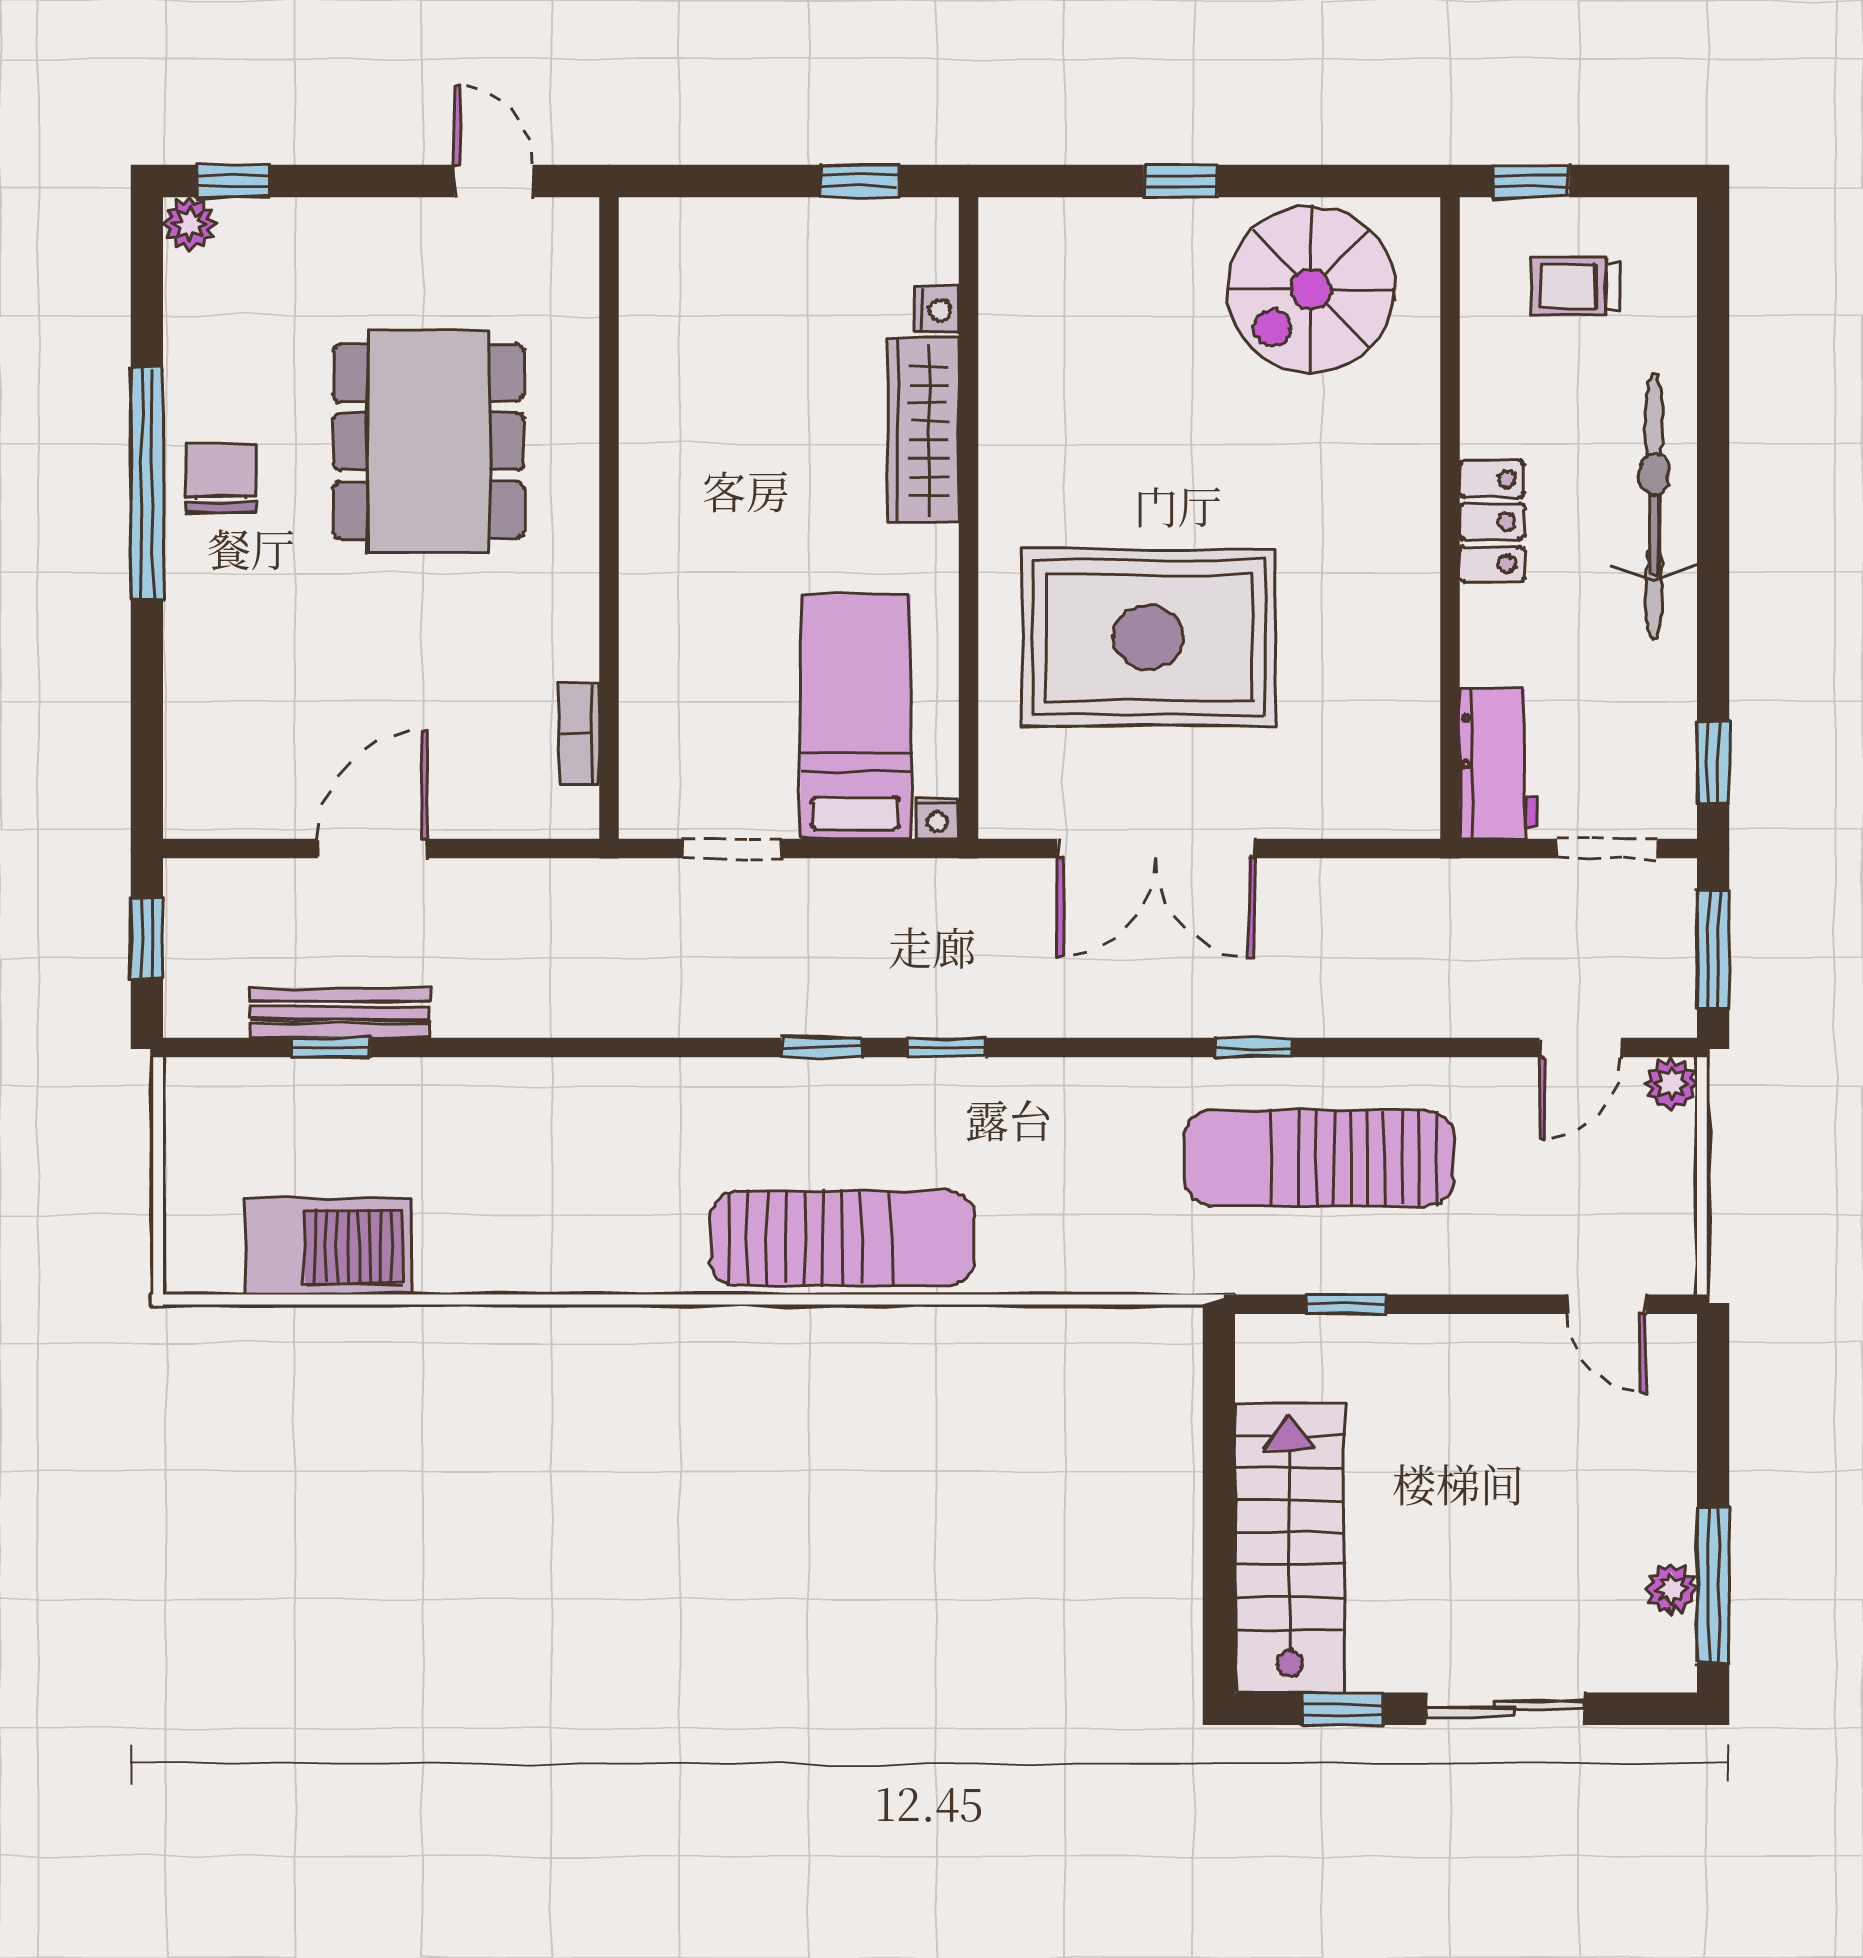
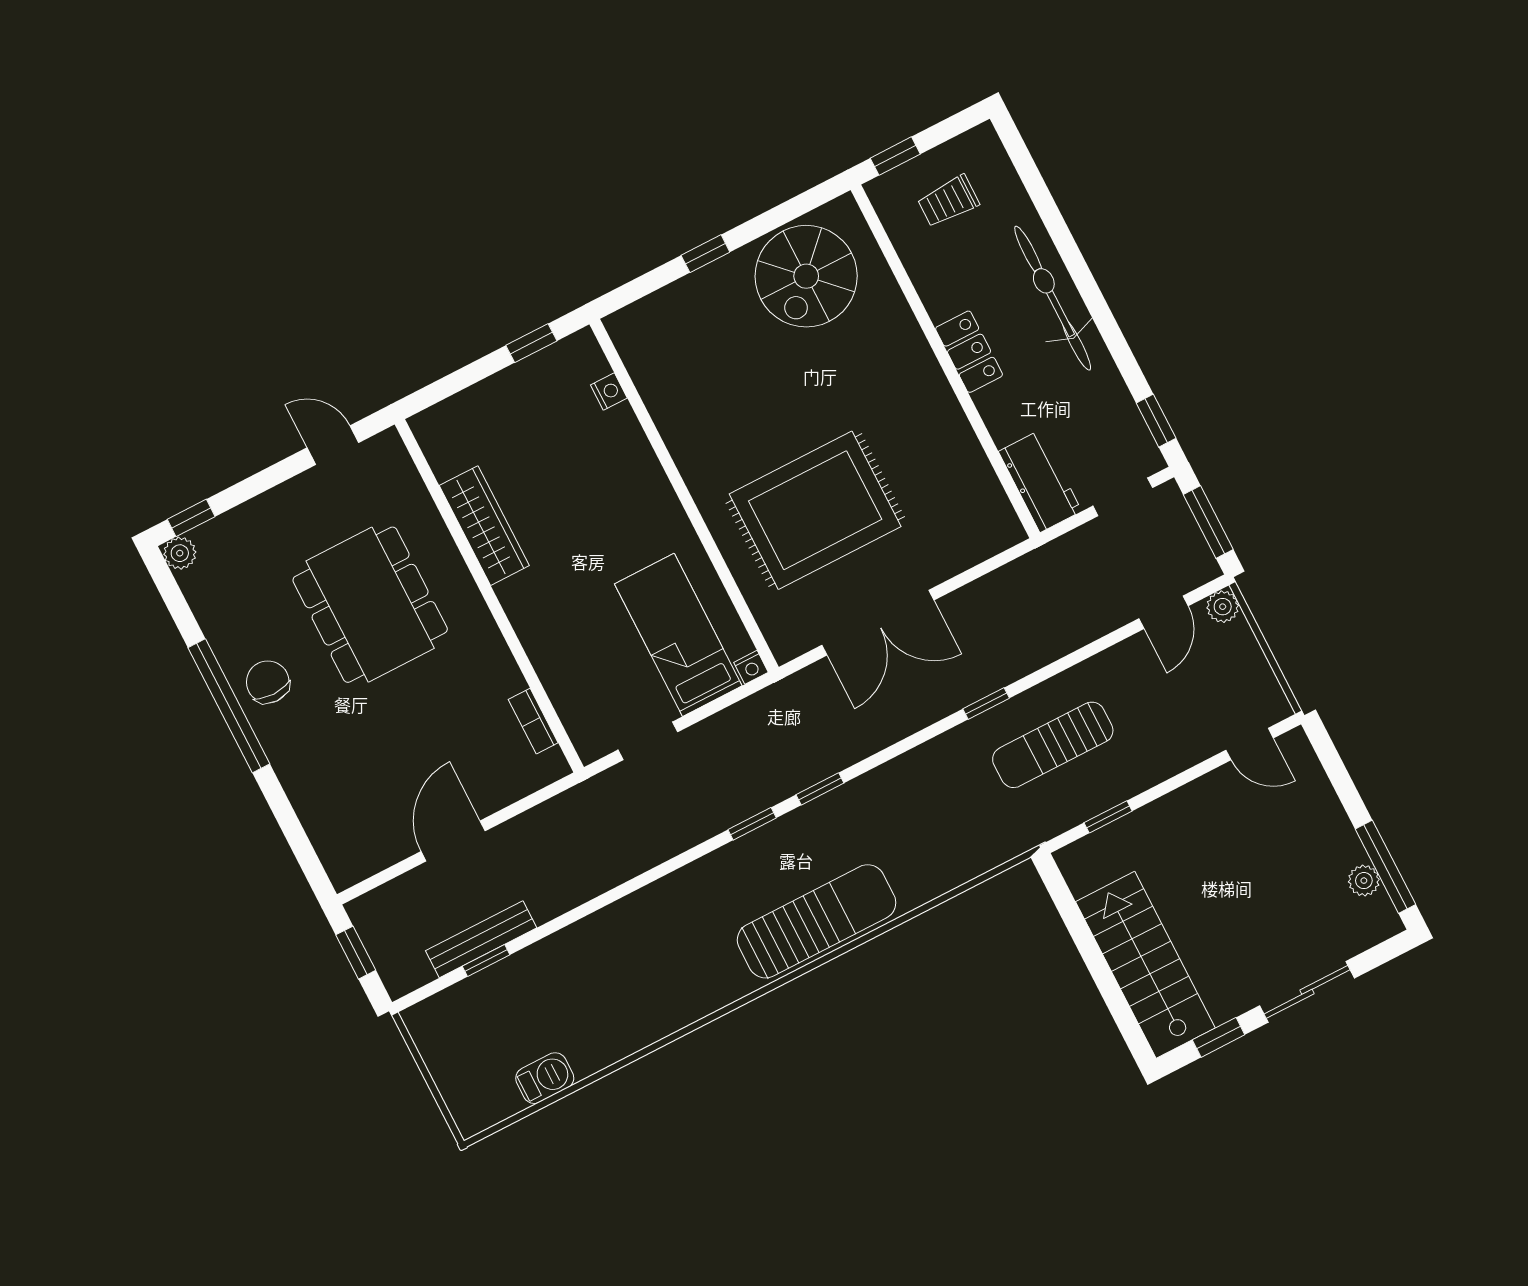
wardrobe: (923, 431) -> (484, 526), moved, turned 180
sun lounger: (1319, 1158) -> (1053, 745), width x0.73, depth x0.75
barbecue: (328, 1246) -> (545, 1078), width x0.53, depth x0.65

